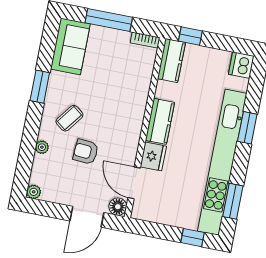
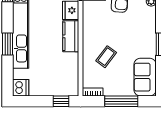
kitchen counter: (171, 61) -> (71, 81), removed
coffee table: (69, 118) -> (106, 57), moved

